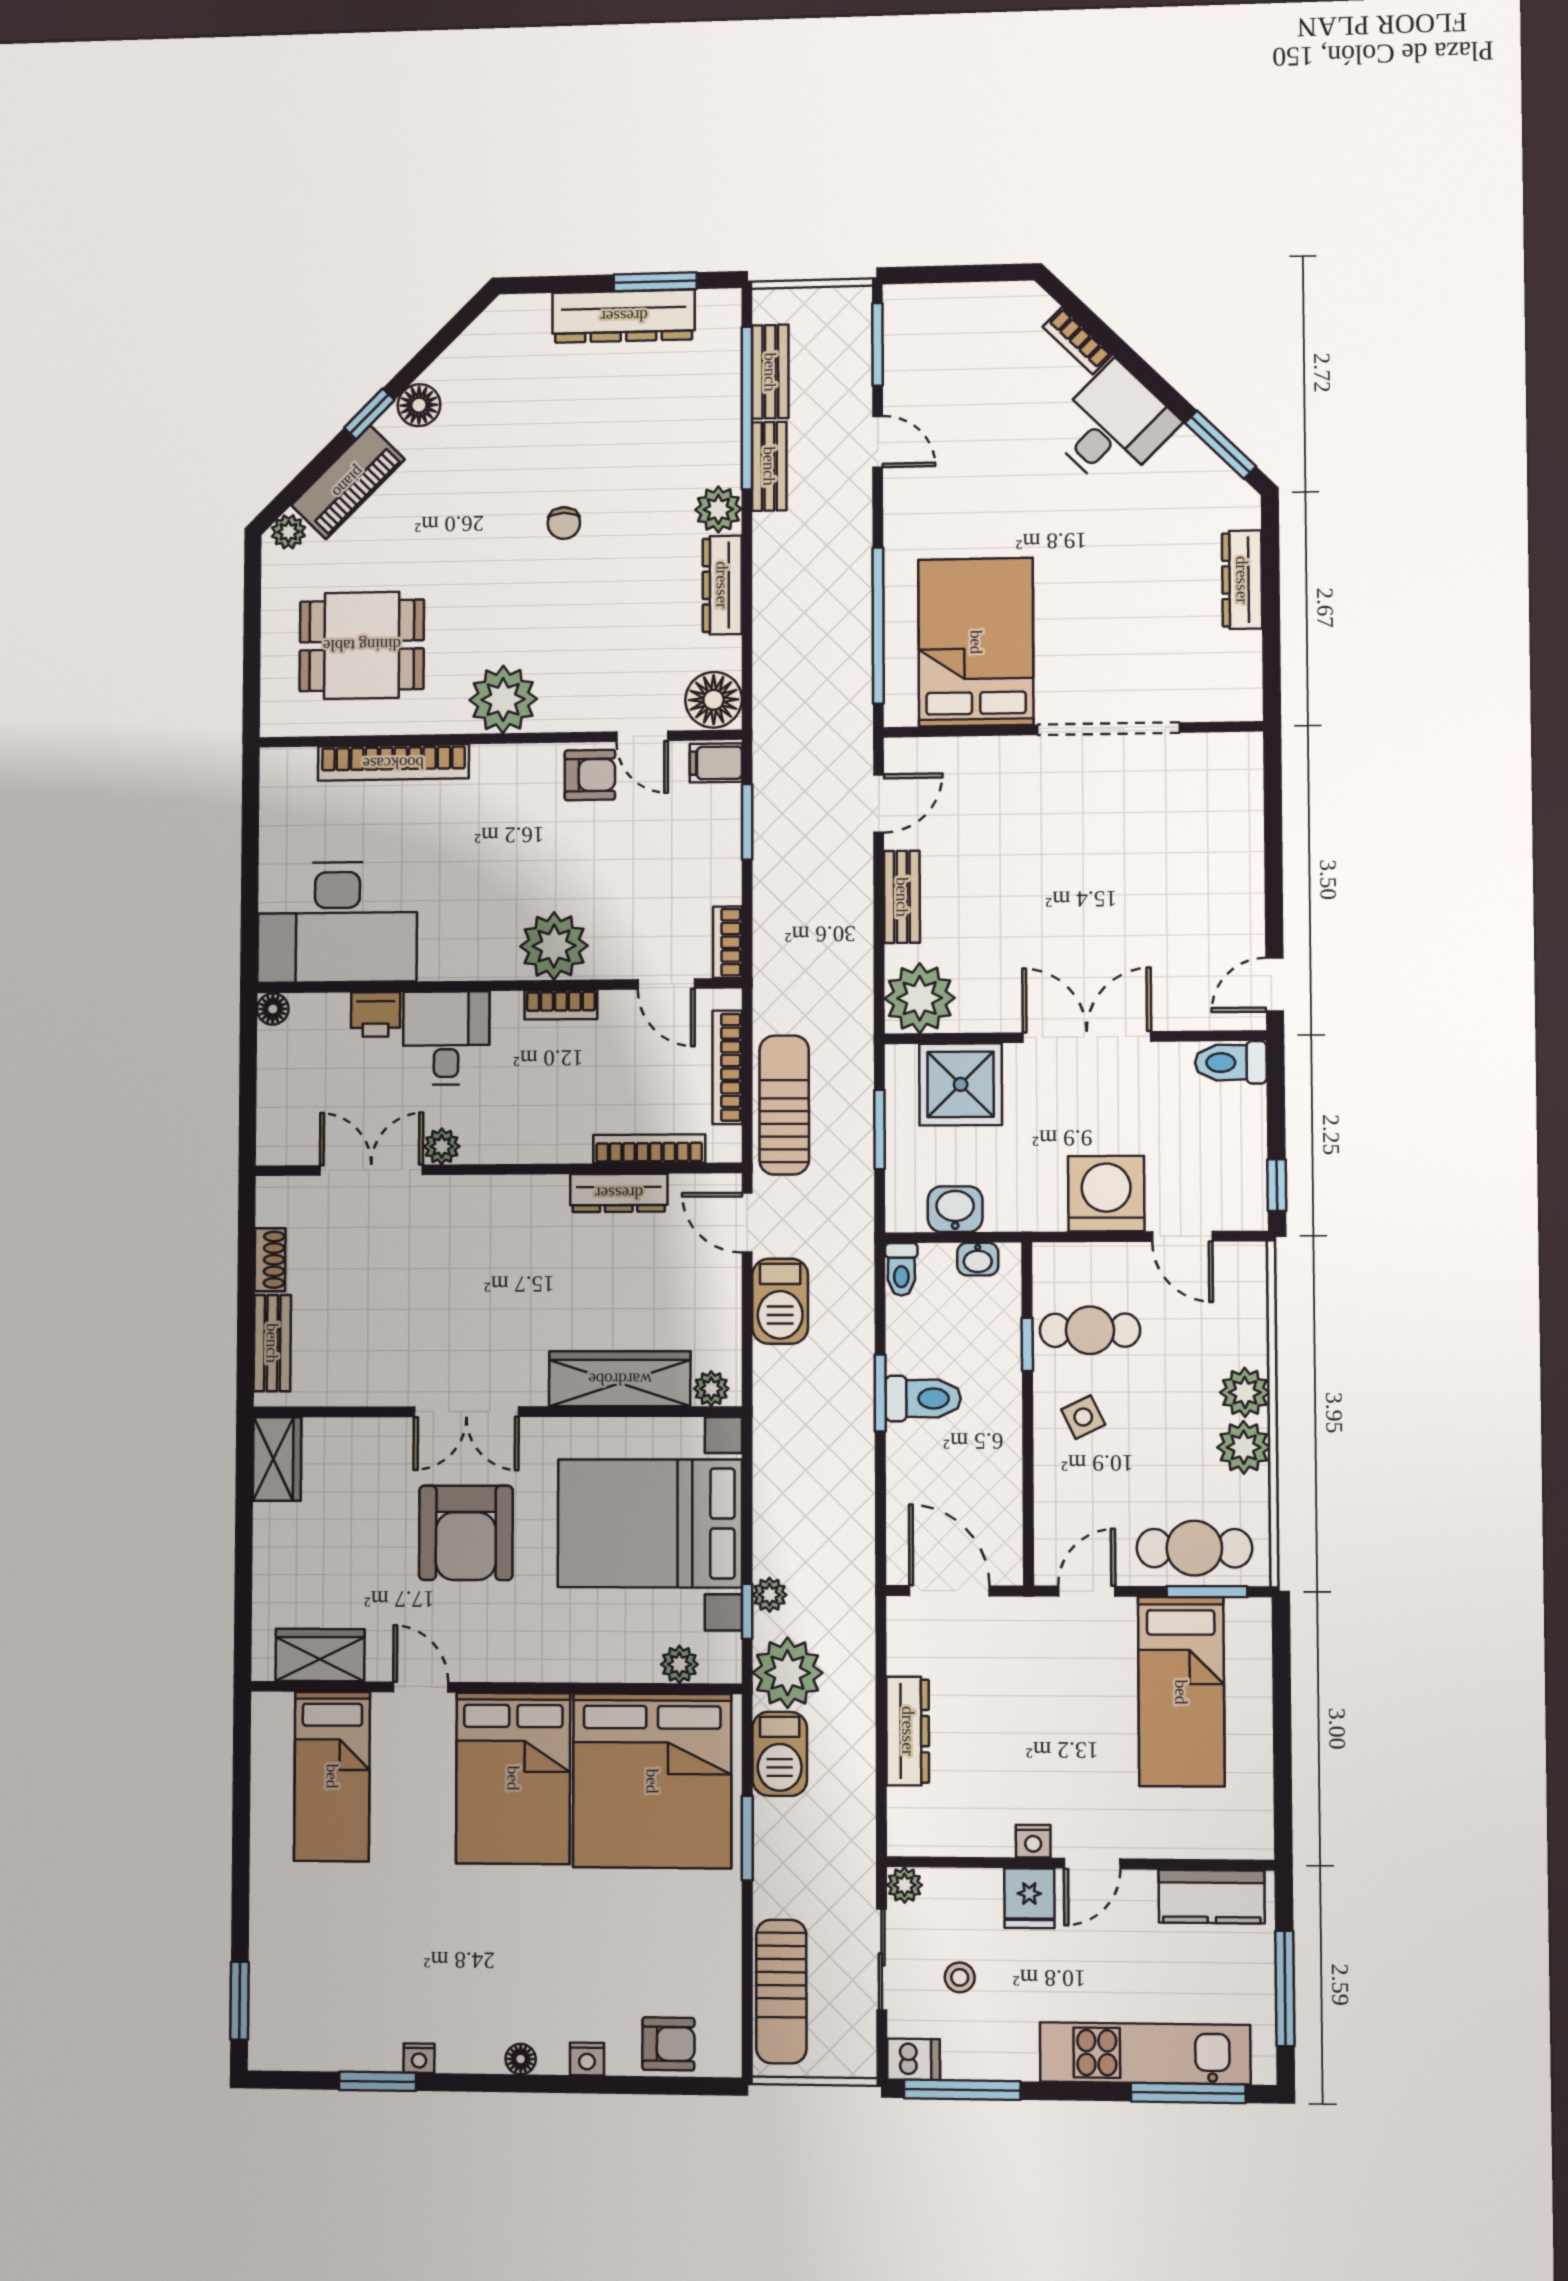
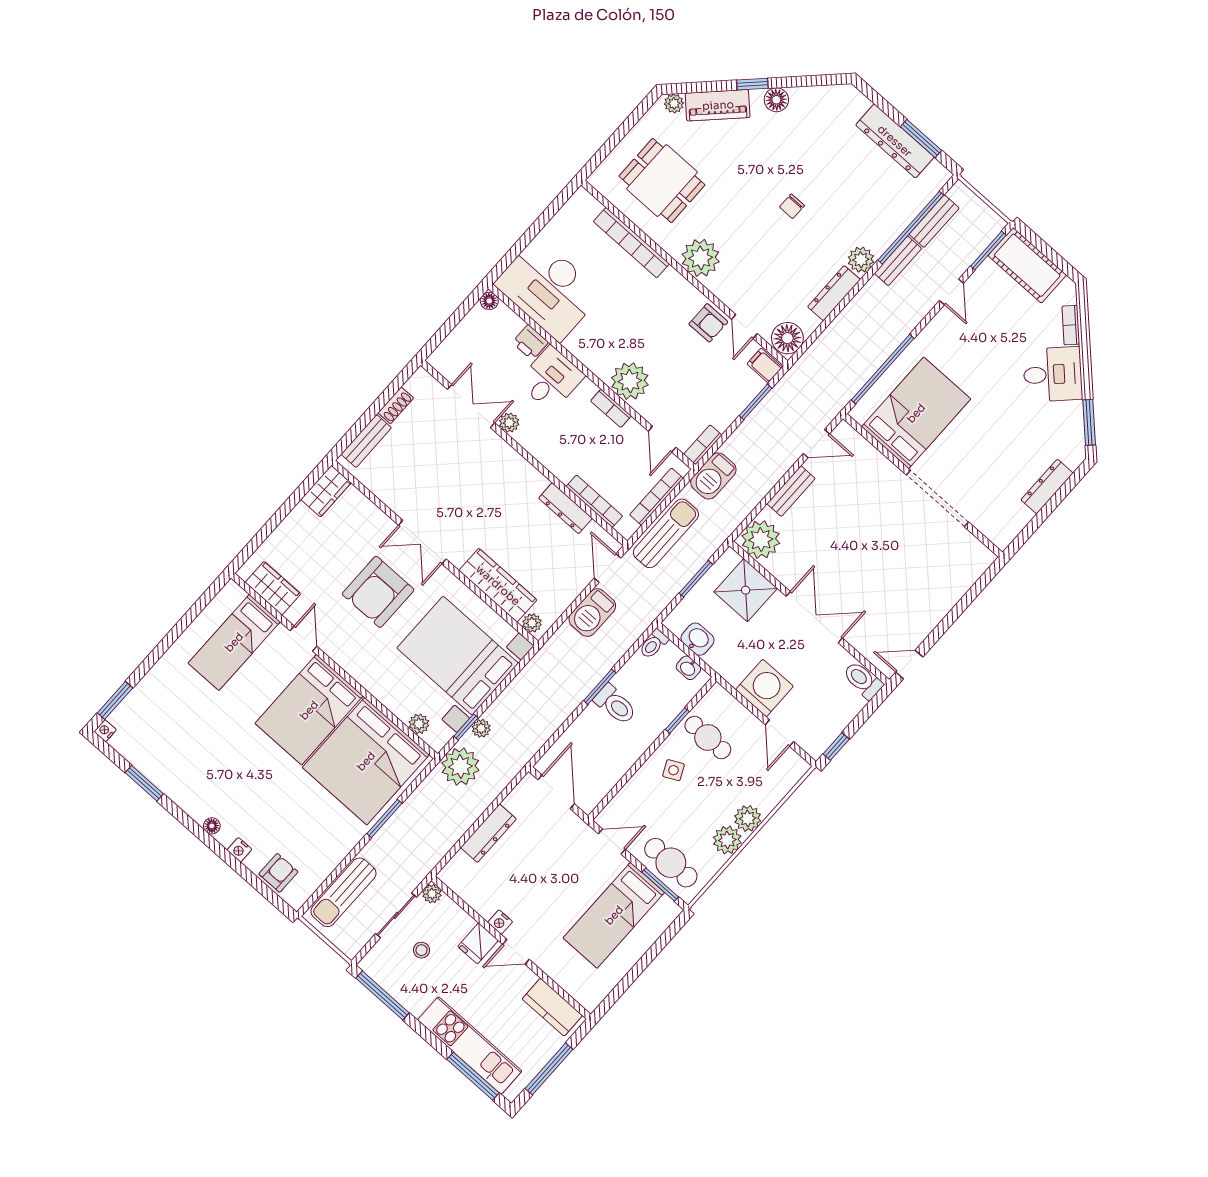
cot: (947, 316) -> (1027, 265), added
barbecue: (780, 1754) -> (713, 476), moved
armchair: (668, 2044) -> (278, 873), turned -90
nightstand: (419, 2058) -> (105, 731), moved, turned 90
dishwasher: (914, 2059) -> (374, 966), removed

